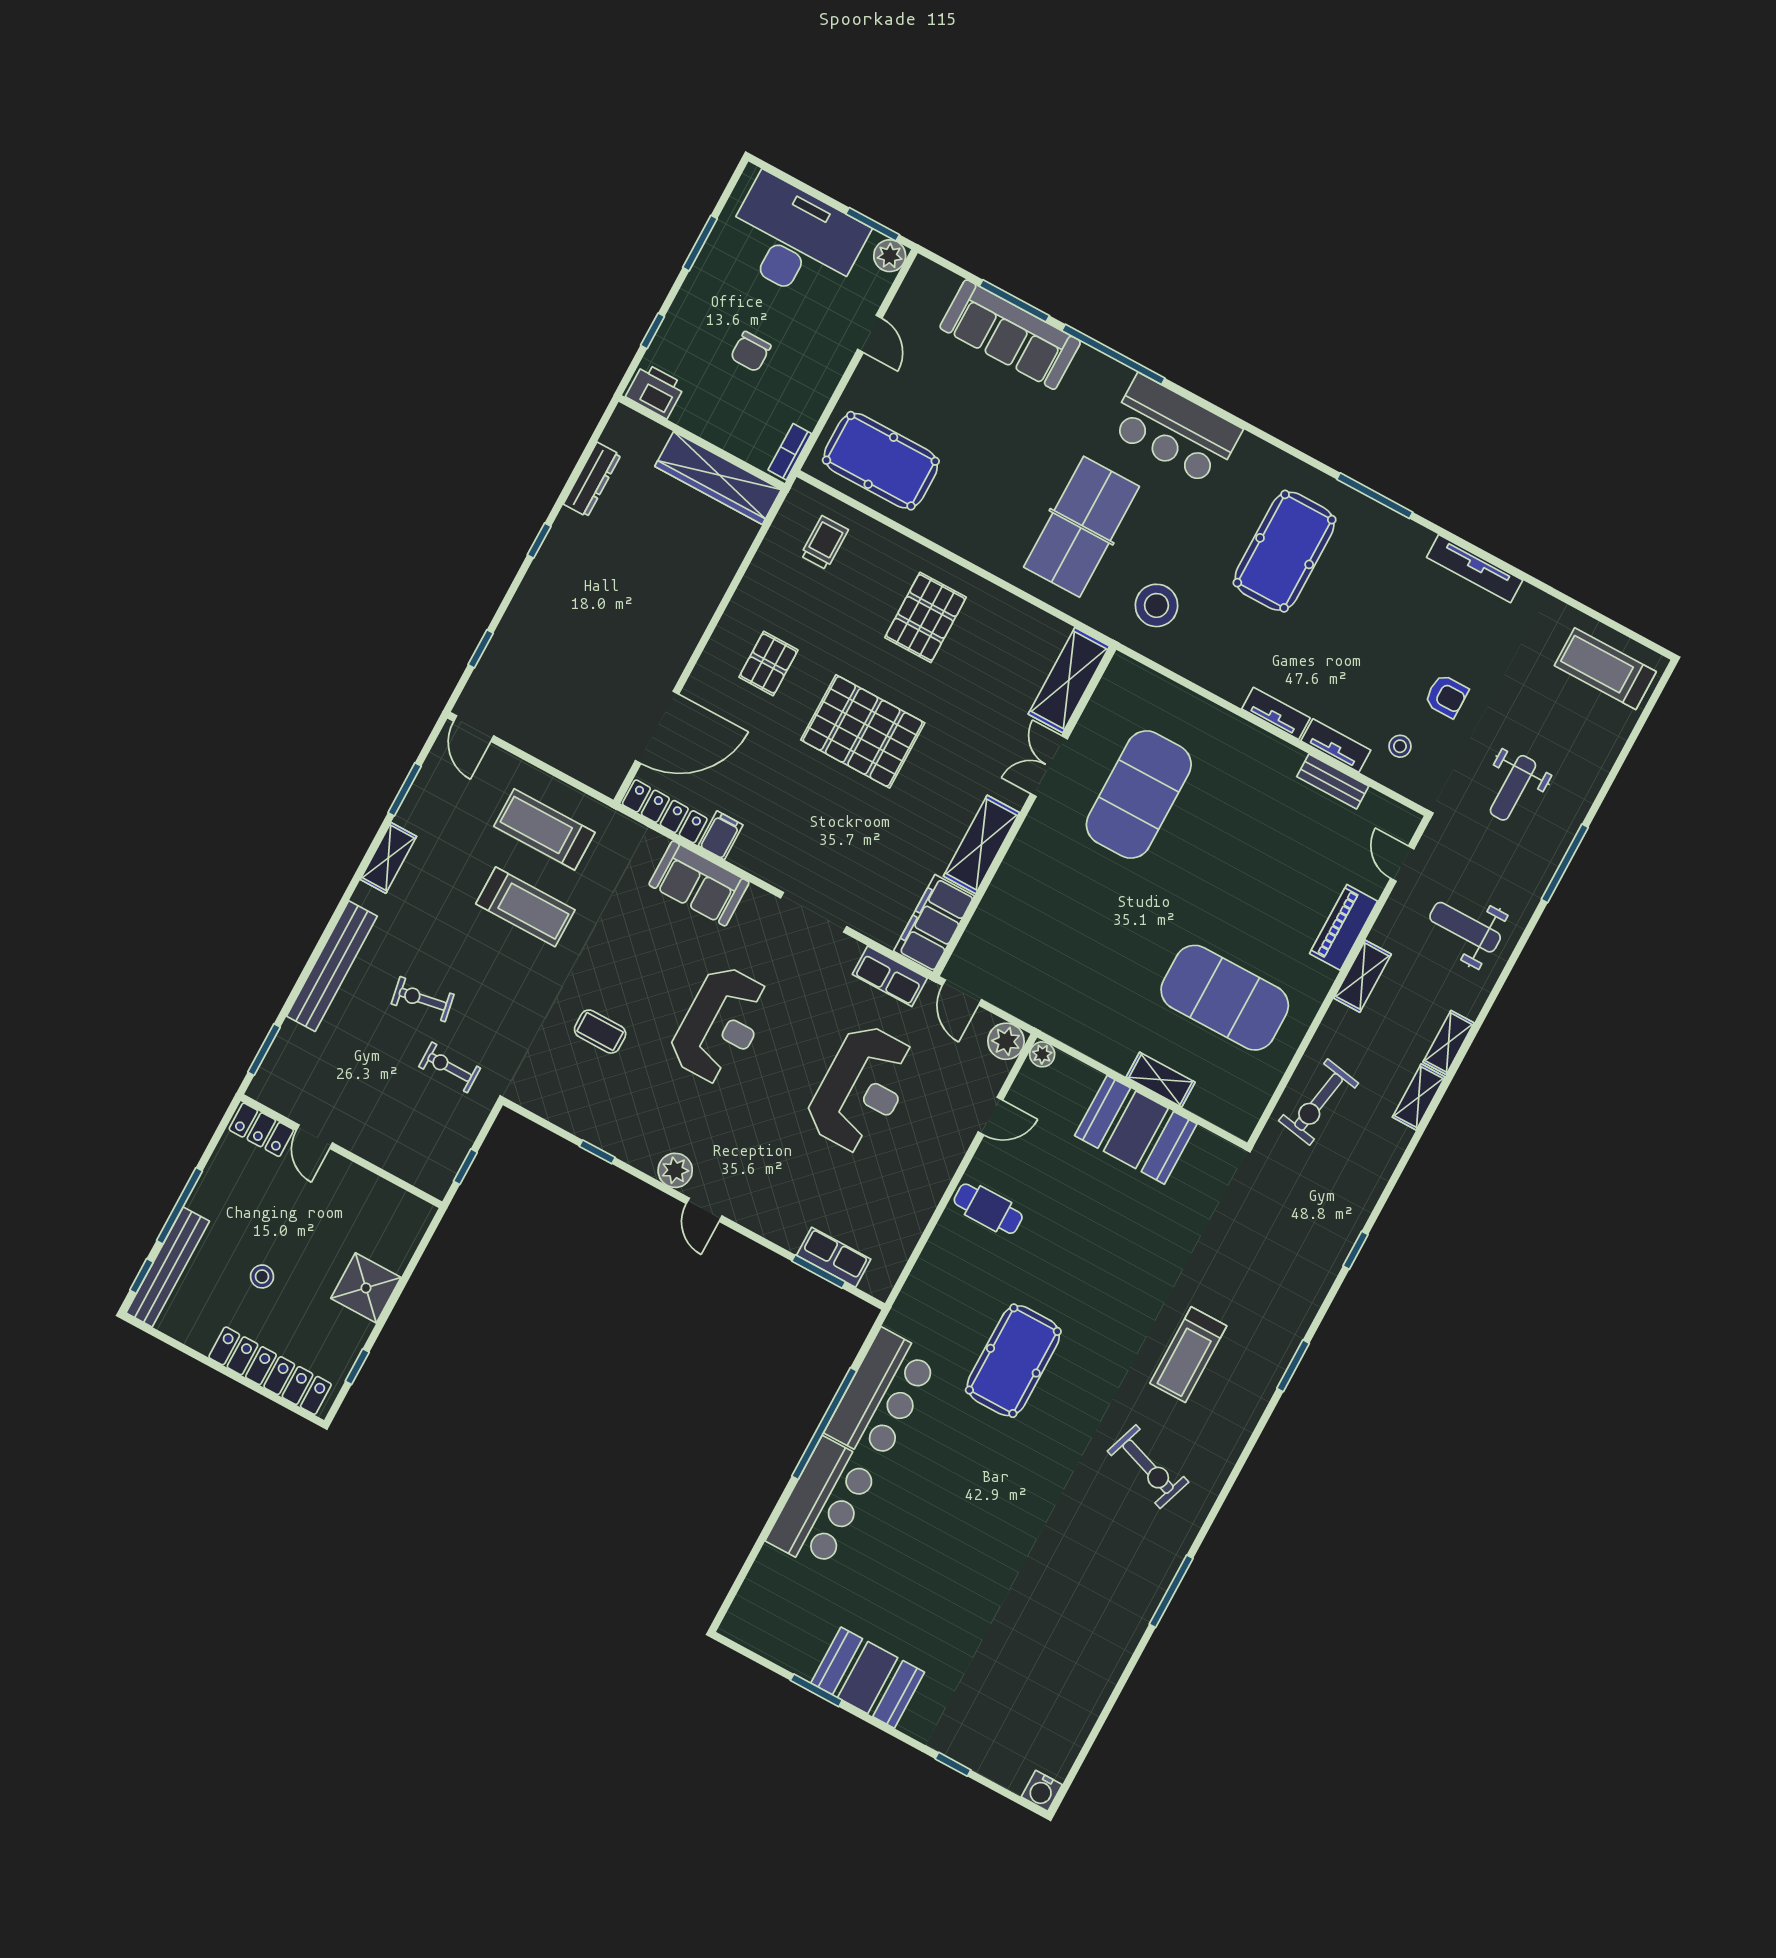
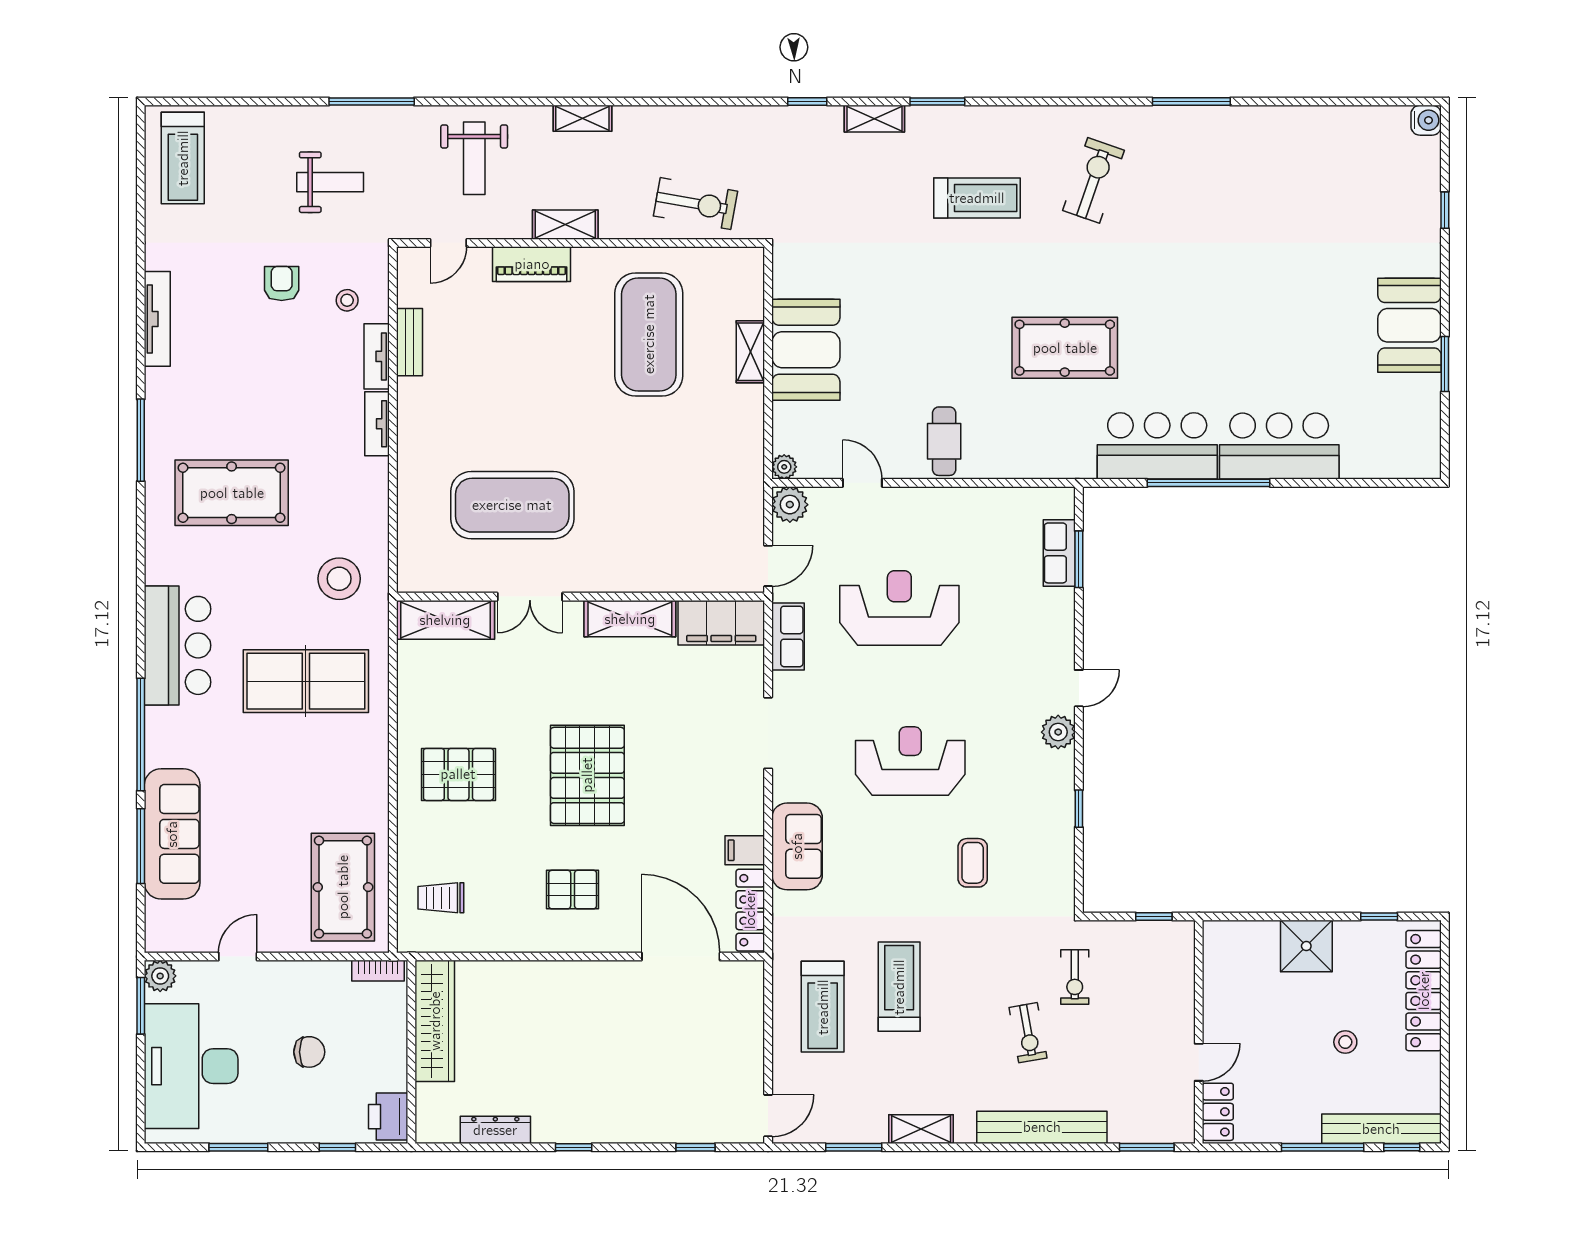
shelving: (1419, 1097) -> (874, 119), moved

